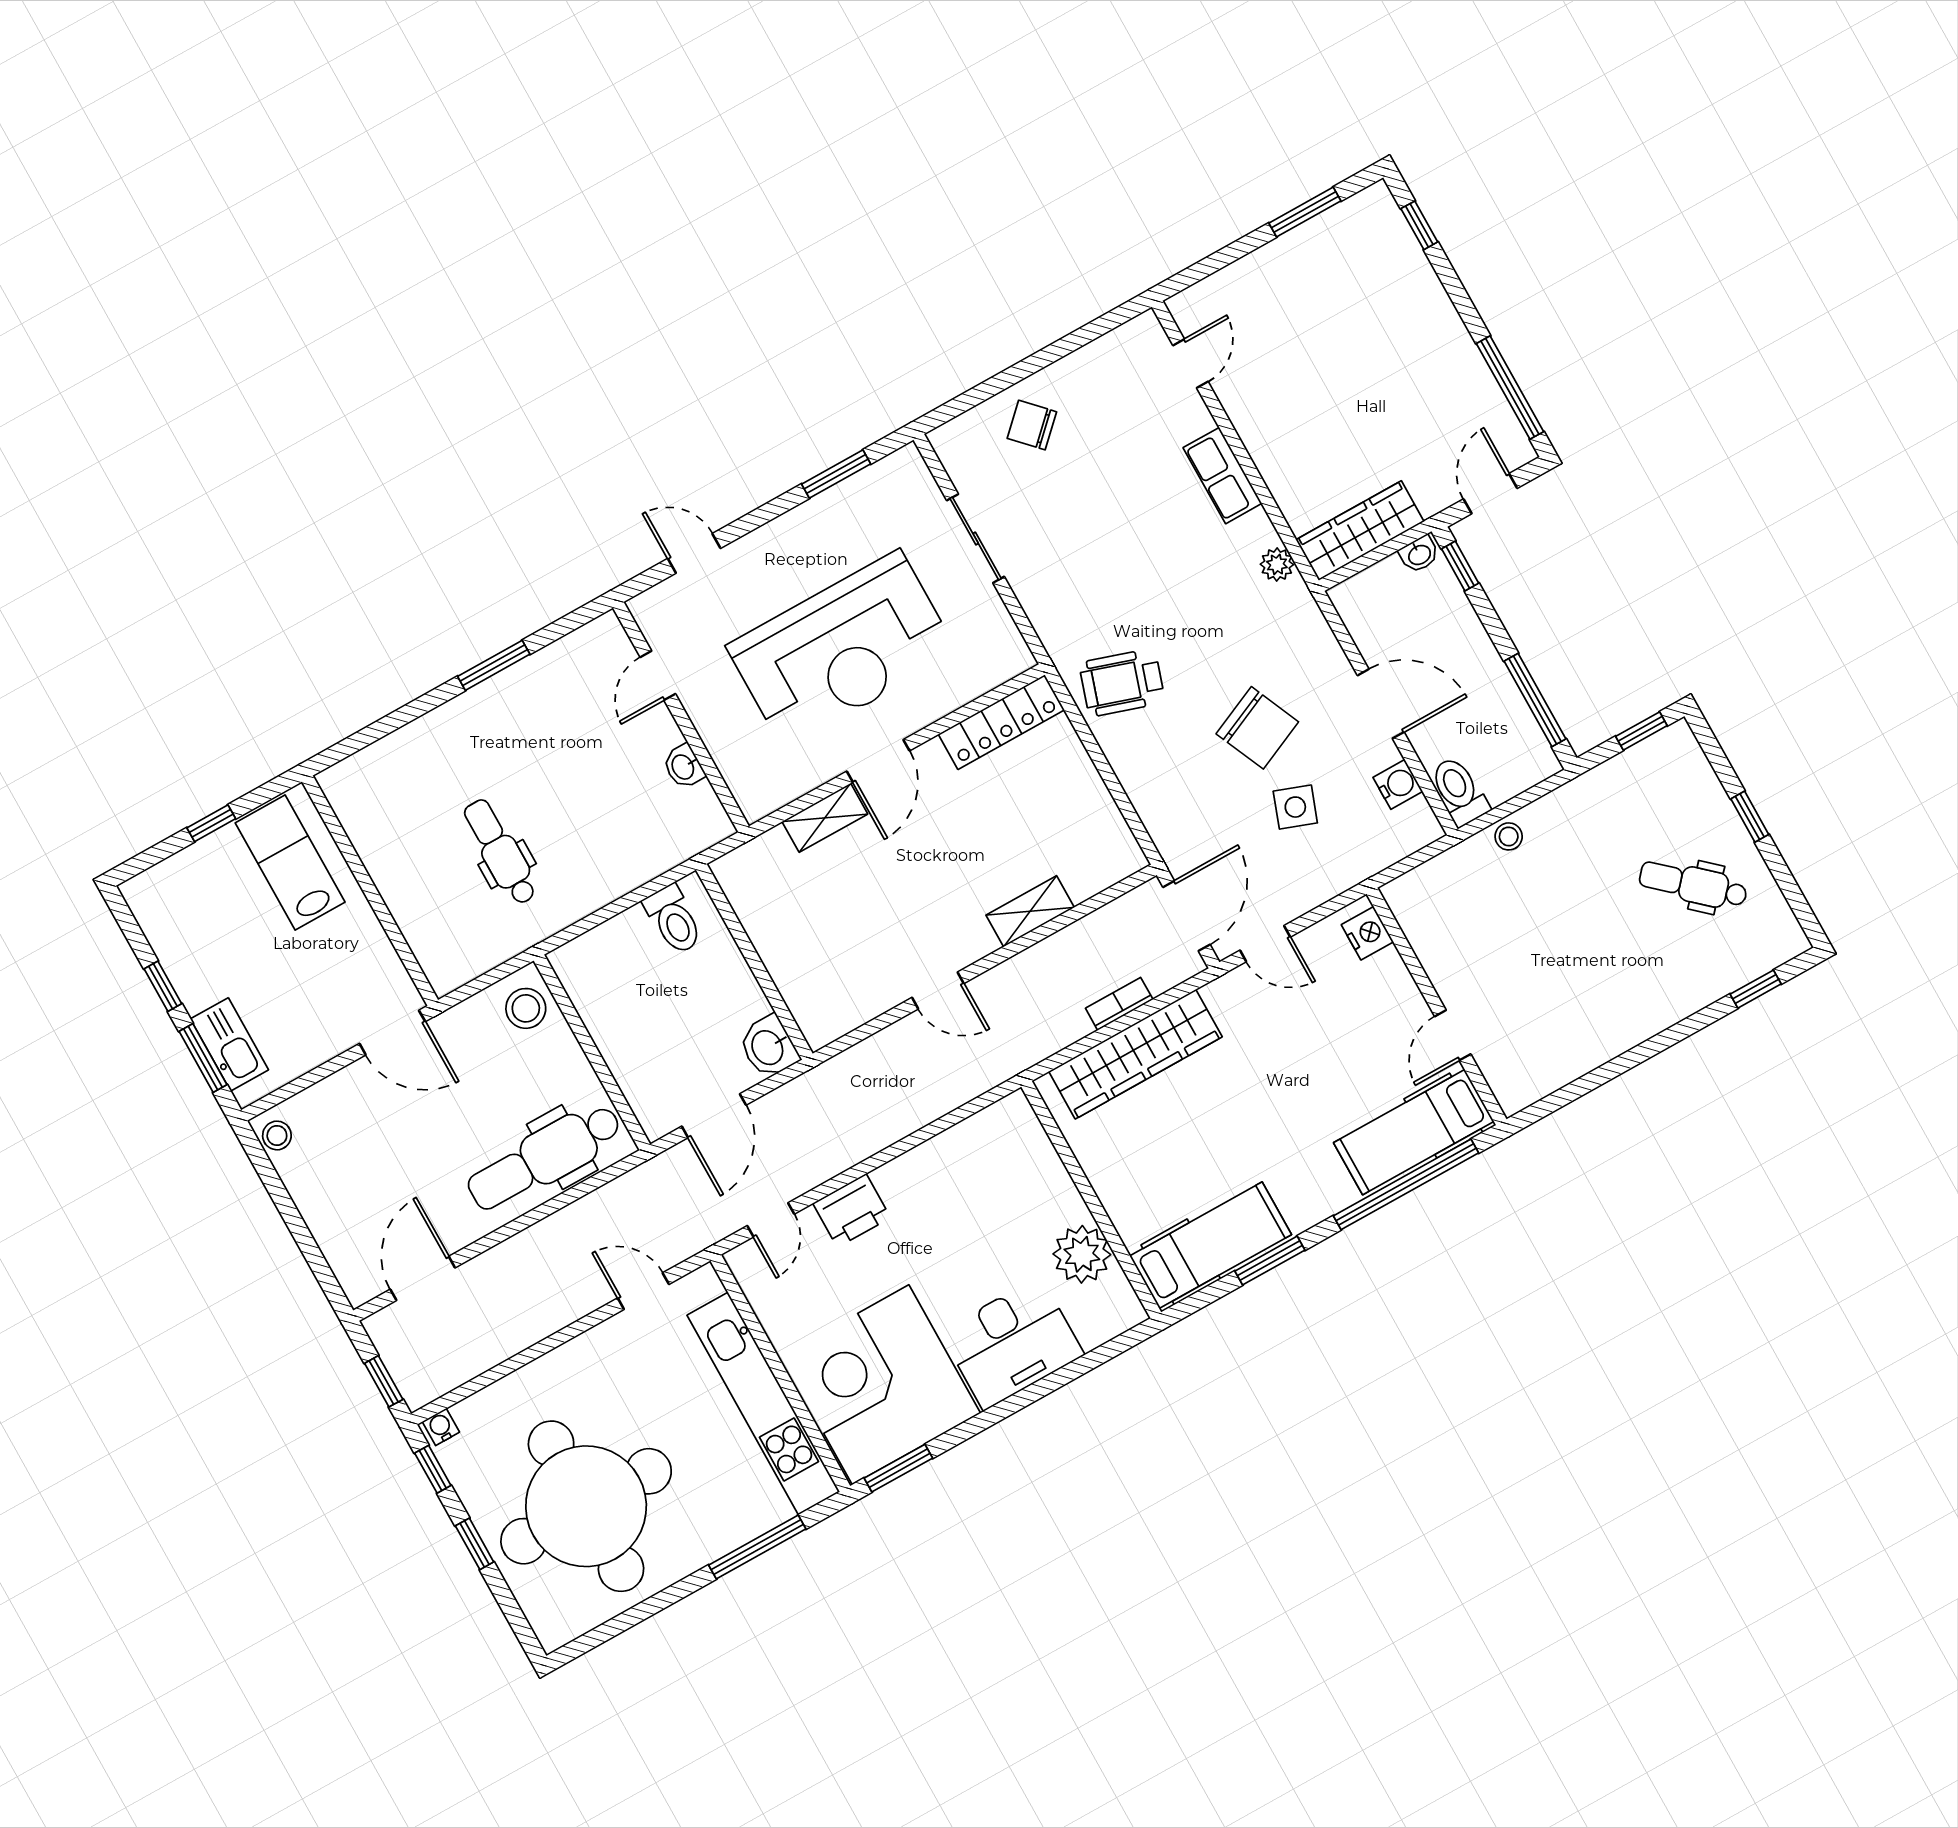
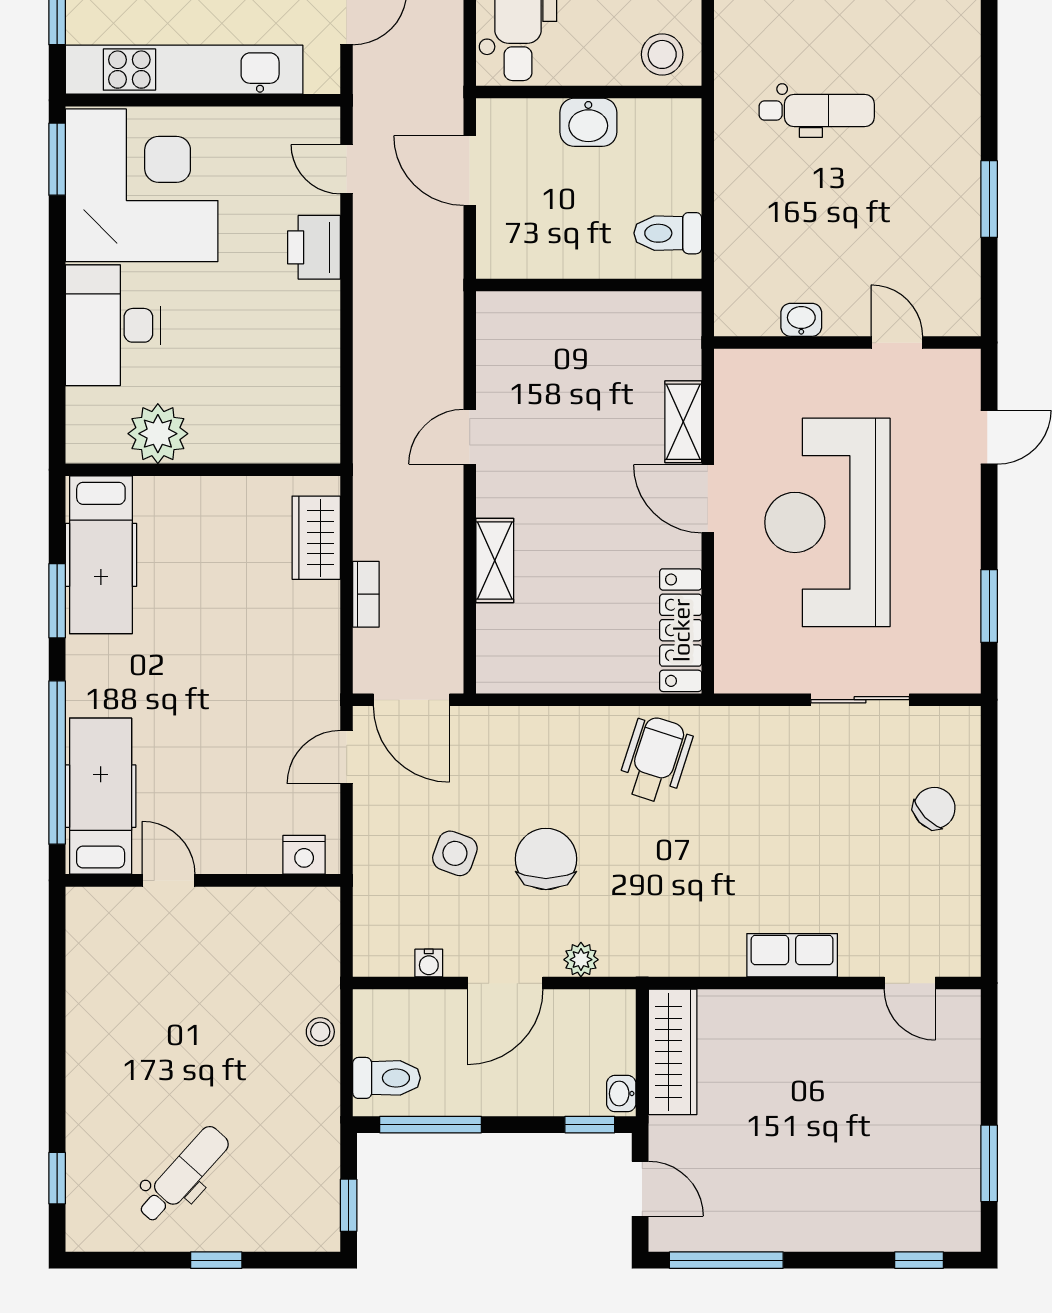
plant: (1277, 564) -> (581, 960), moved
chair: (1257, 728) -> (546, 859), turned 114
water cooler: (1398, 784) -> (429, 963), width x0.72, depth x0.72
toilet: (1459, 791) -> (386, 1078), moved
washbasin: (769, 1047) -> (588, 122), moved, turned 180
wardrobe: (1135, 1054) -> (316, 538), width x0.48, depth x0.85

